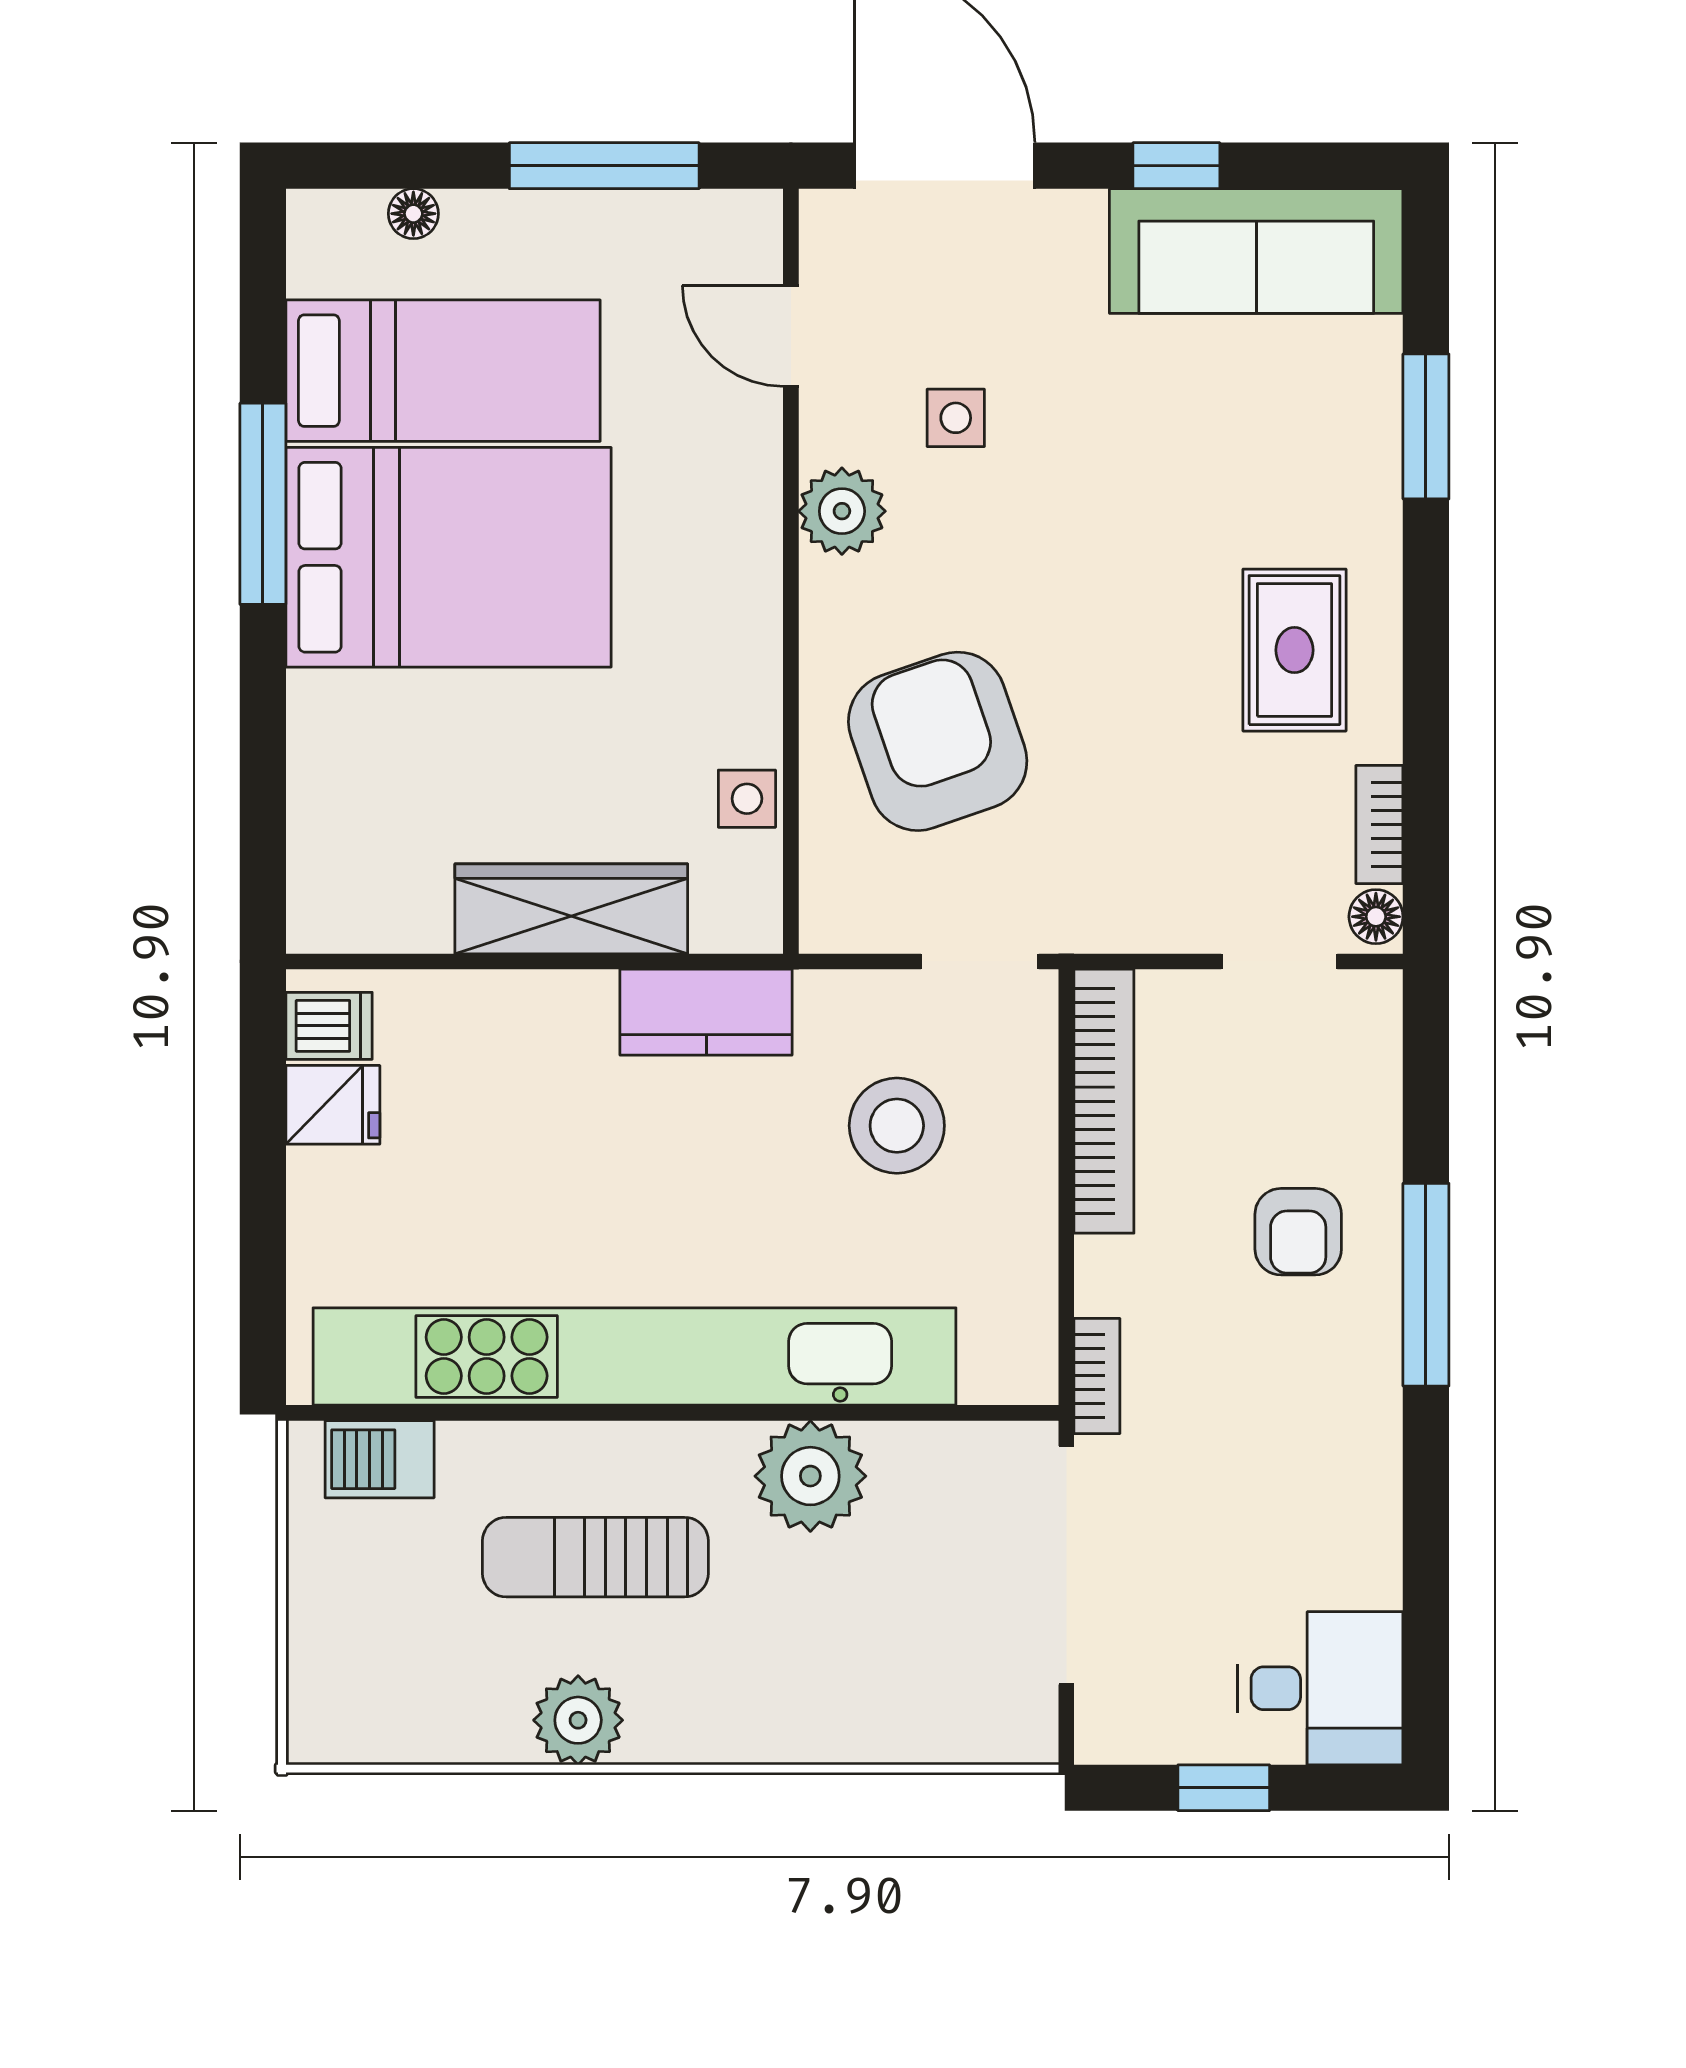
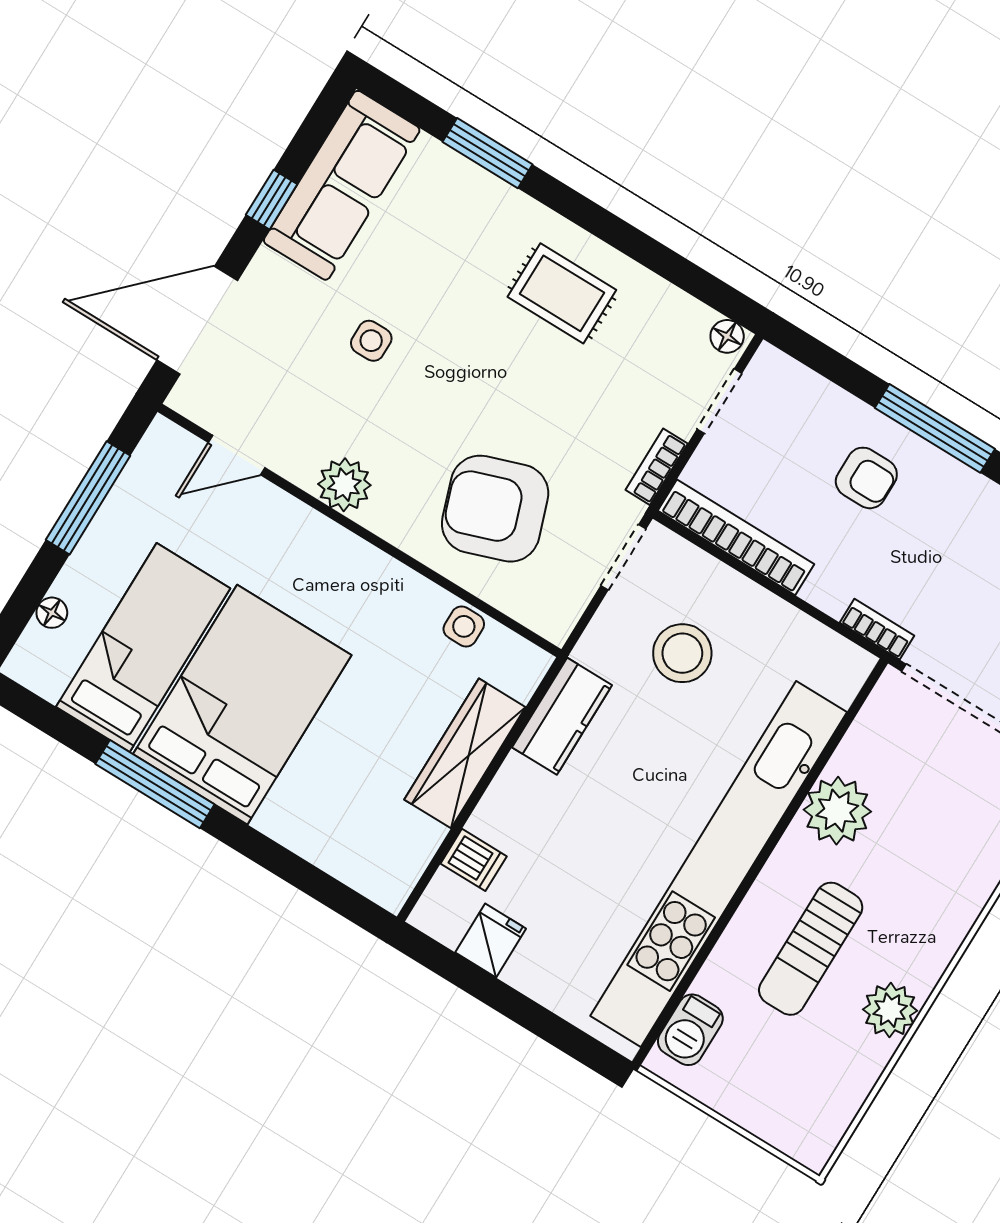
side table: (956, 418) -> (371, 341), moved
bookcase: (1379, 825) -> (657, 467), moved, turned 90
dishwasher: (329, 1026) -> (474, 860), moved, turned 90

